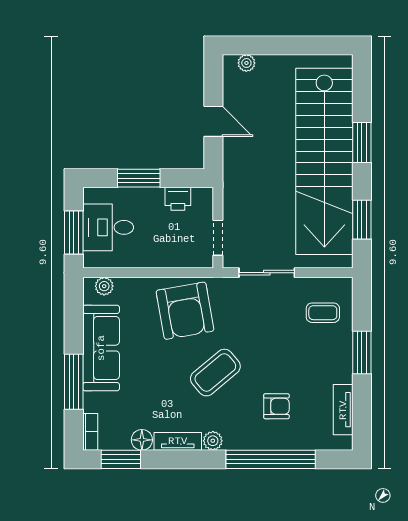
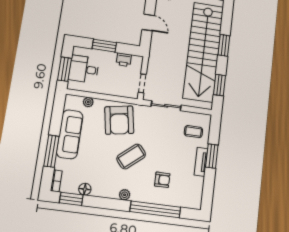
plant: (104, 286) -> (88, 102), moved
tv unit: (343, 410) -> (201, 162), moved
tv unit: (178, 441) -> (105, 193), removed

